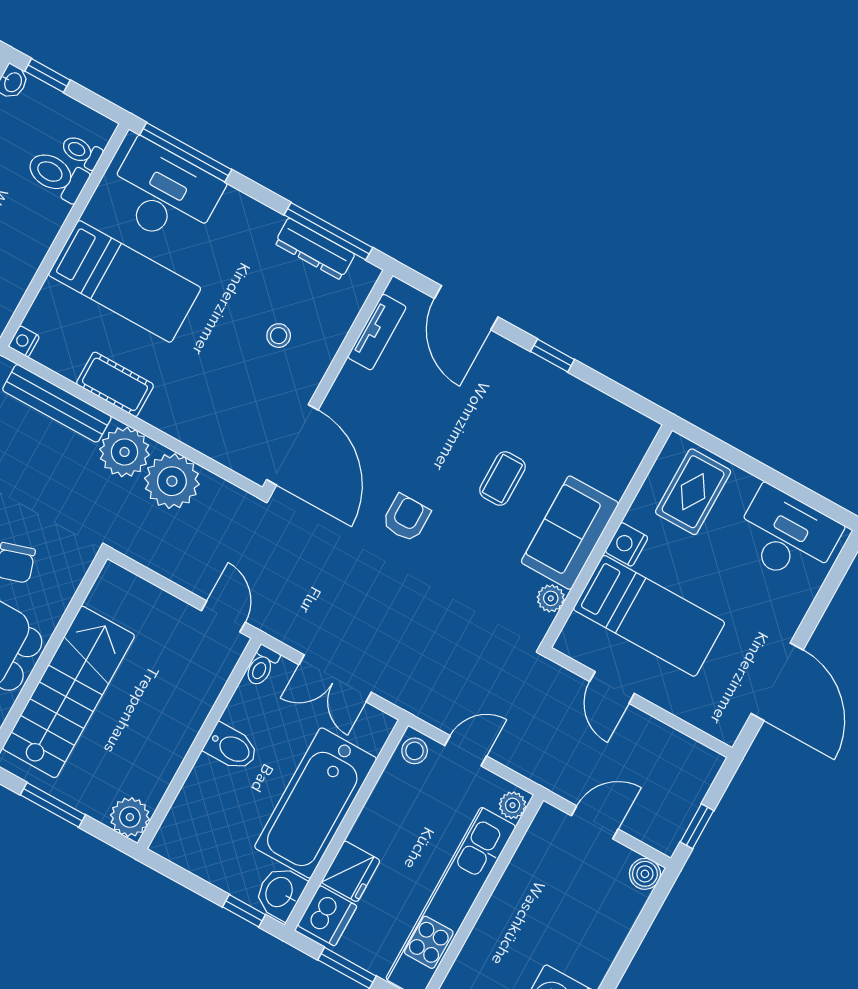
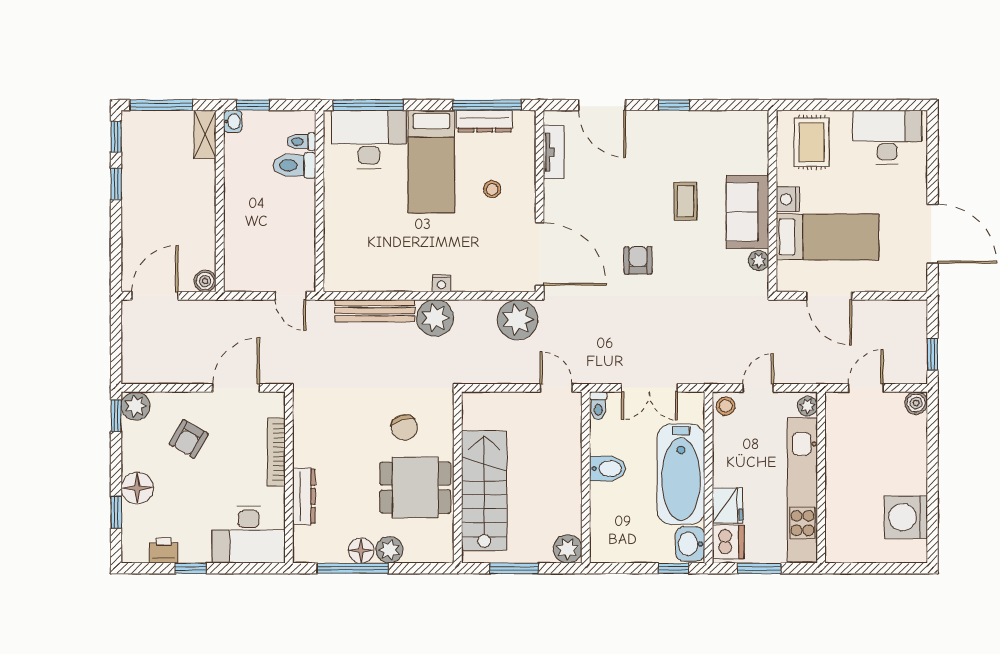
bed: (125, 281) -> (431, 162), moved, turned 90
nightstand: (24, 341) -> (441, 283), moved, turned -90
cot: (115, 384) -> (405, 278), removed
plant: (172, 481) -> (518, 320), moved
door: (612, 687) -> (829, 296), width x1.38

